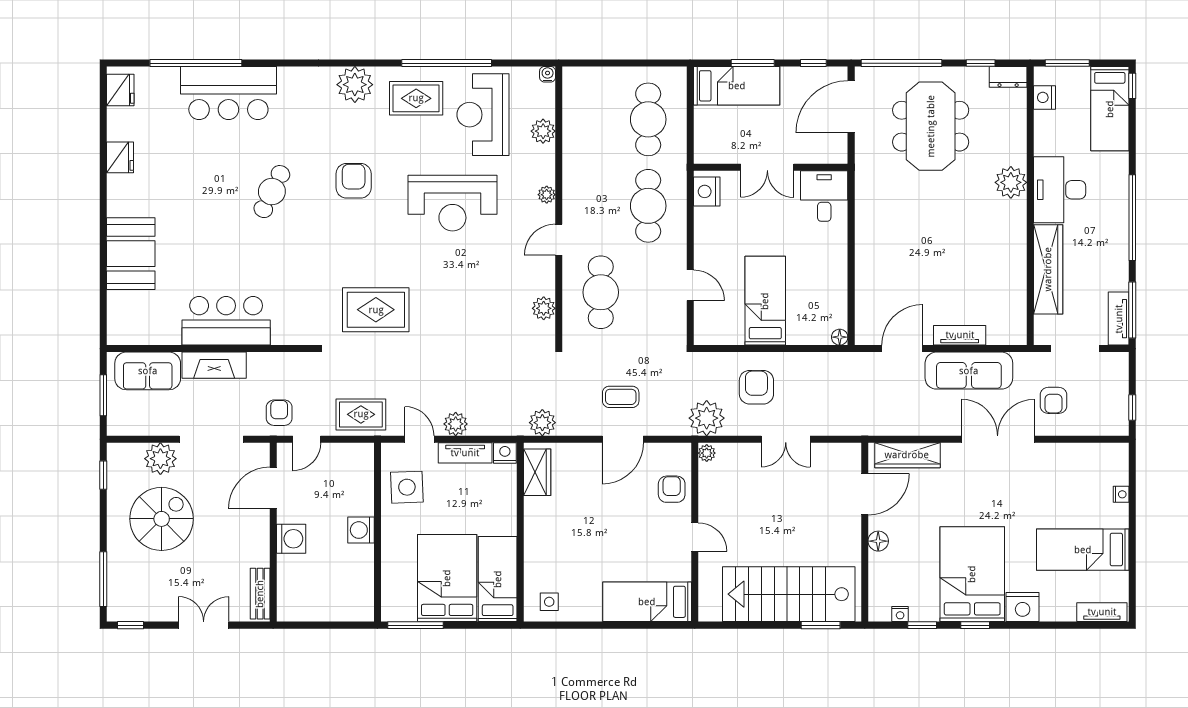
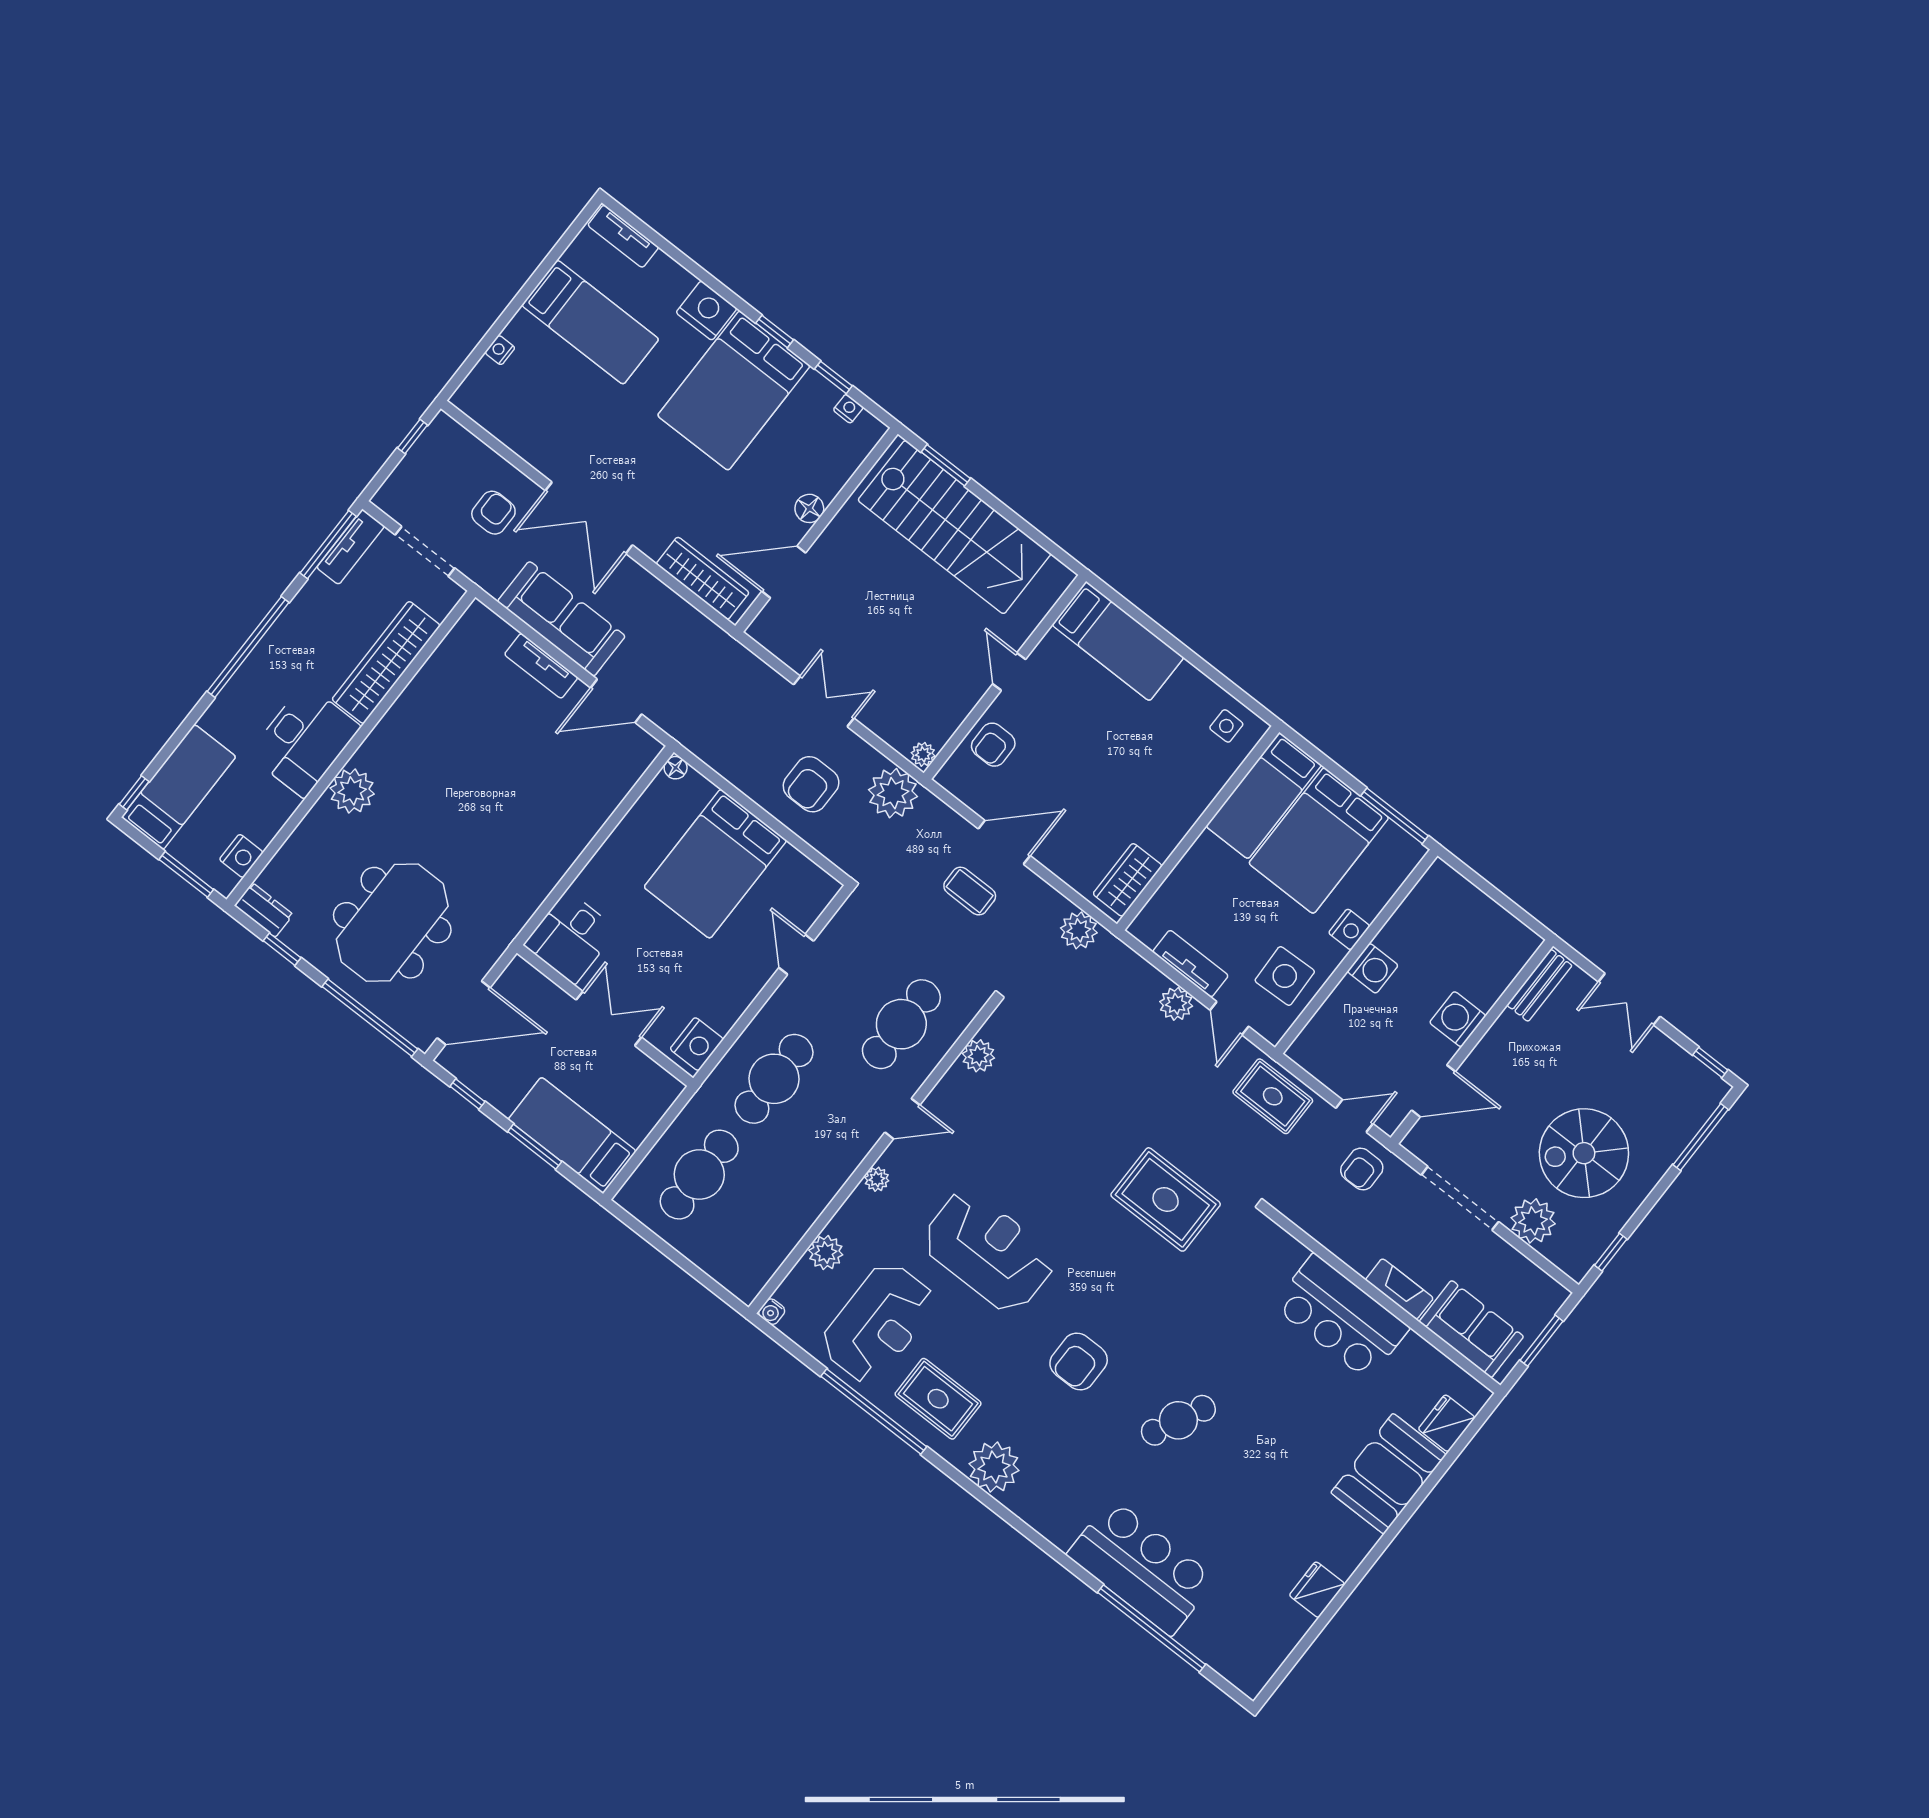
fridge: (120, 90) -> (1447, 1423), moved
bed: (765, 301) -> (715, 864), width x1.50
fireplace: (214, 365) -> (1399, 1289), width x0.73, depth x0.76
nightstand: (505, 453) -> (1349, 929), moved, turned -90

